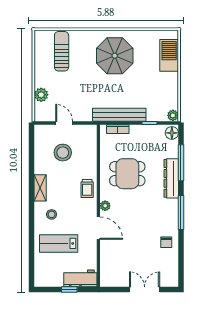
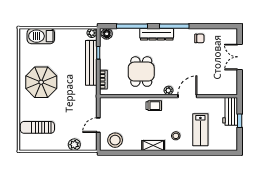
bench: (119, 115) -> (91, 63), moved
stool: (63, 153) -> (115, 140), moved
dresser: (171, 178) -> (157, 34), moved

